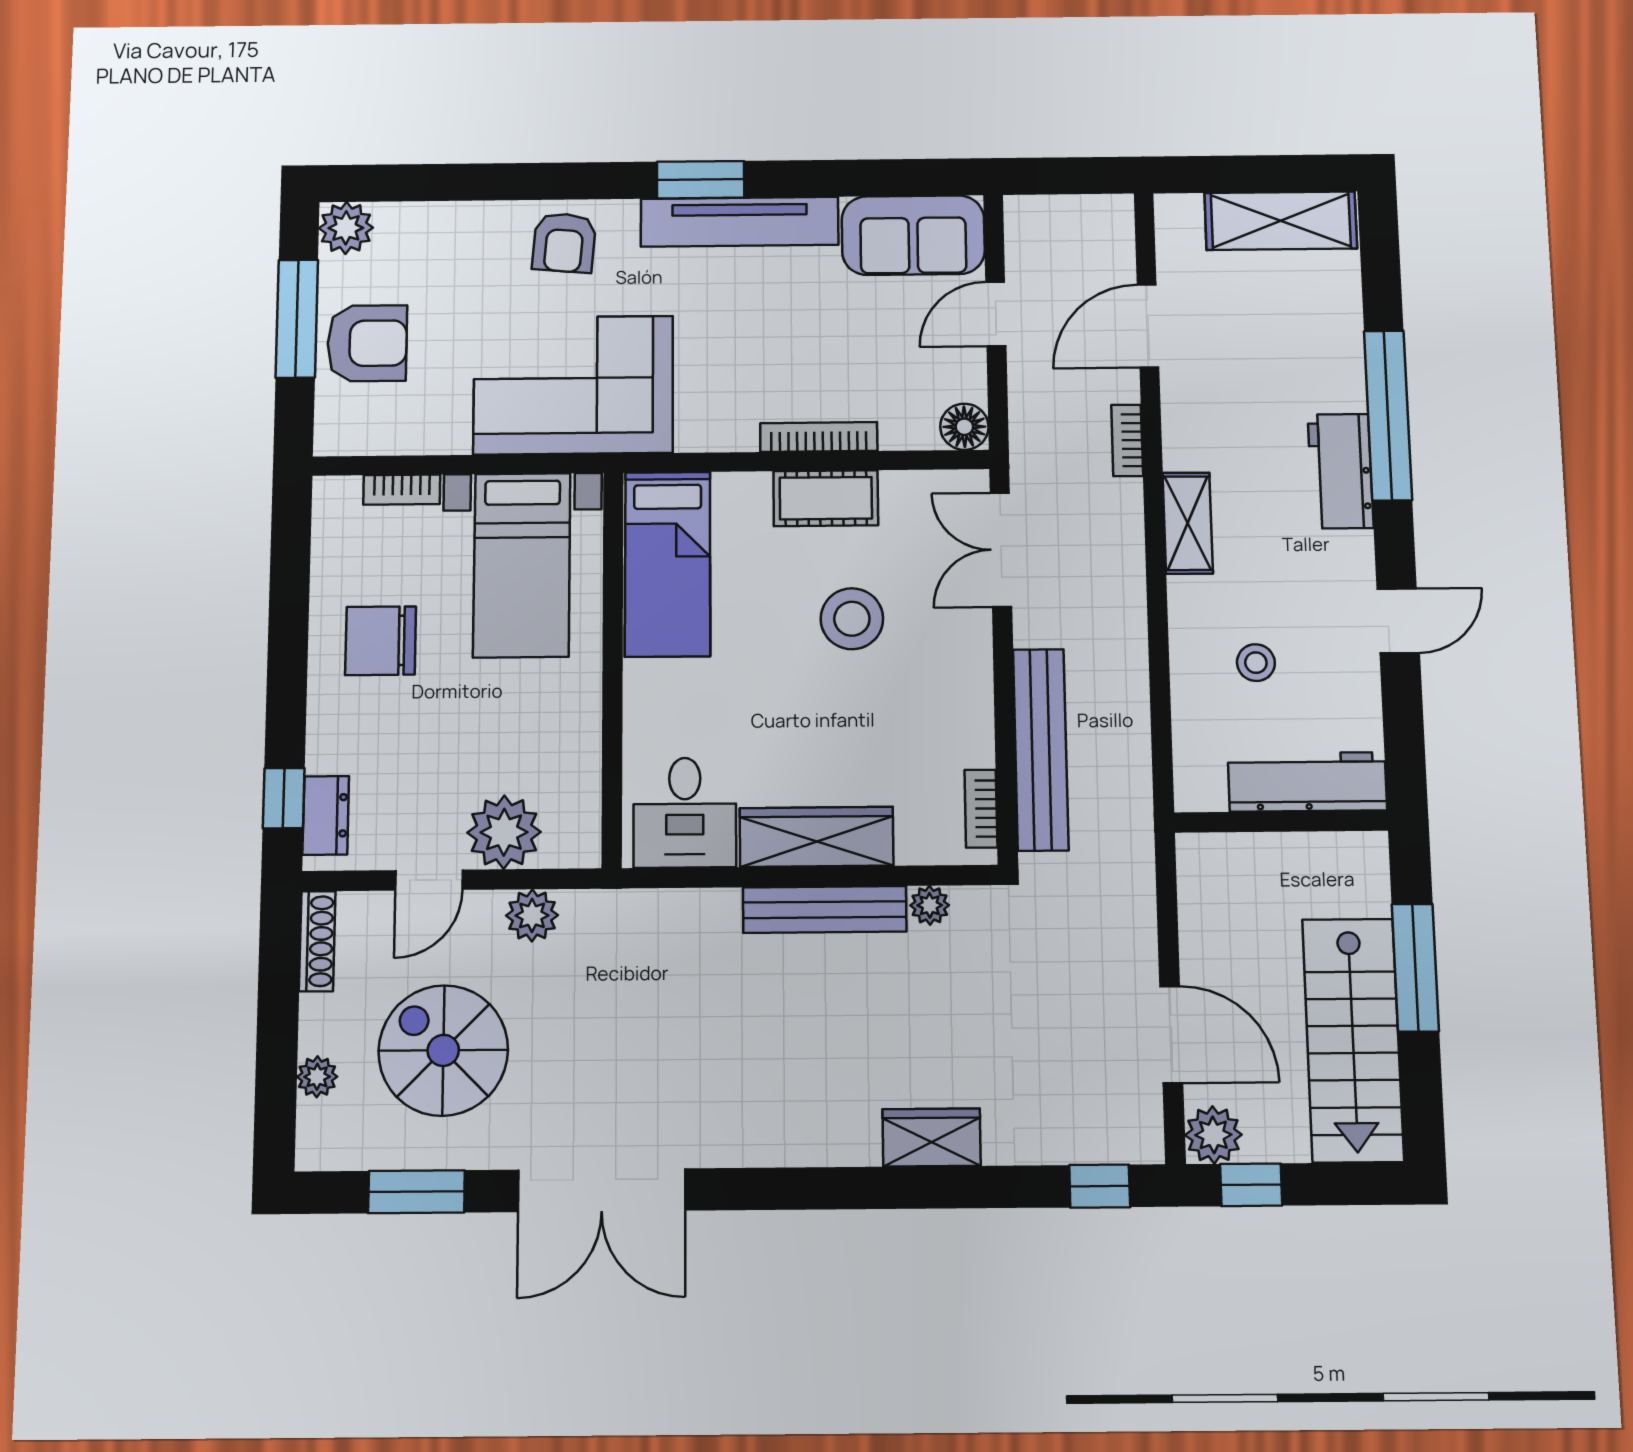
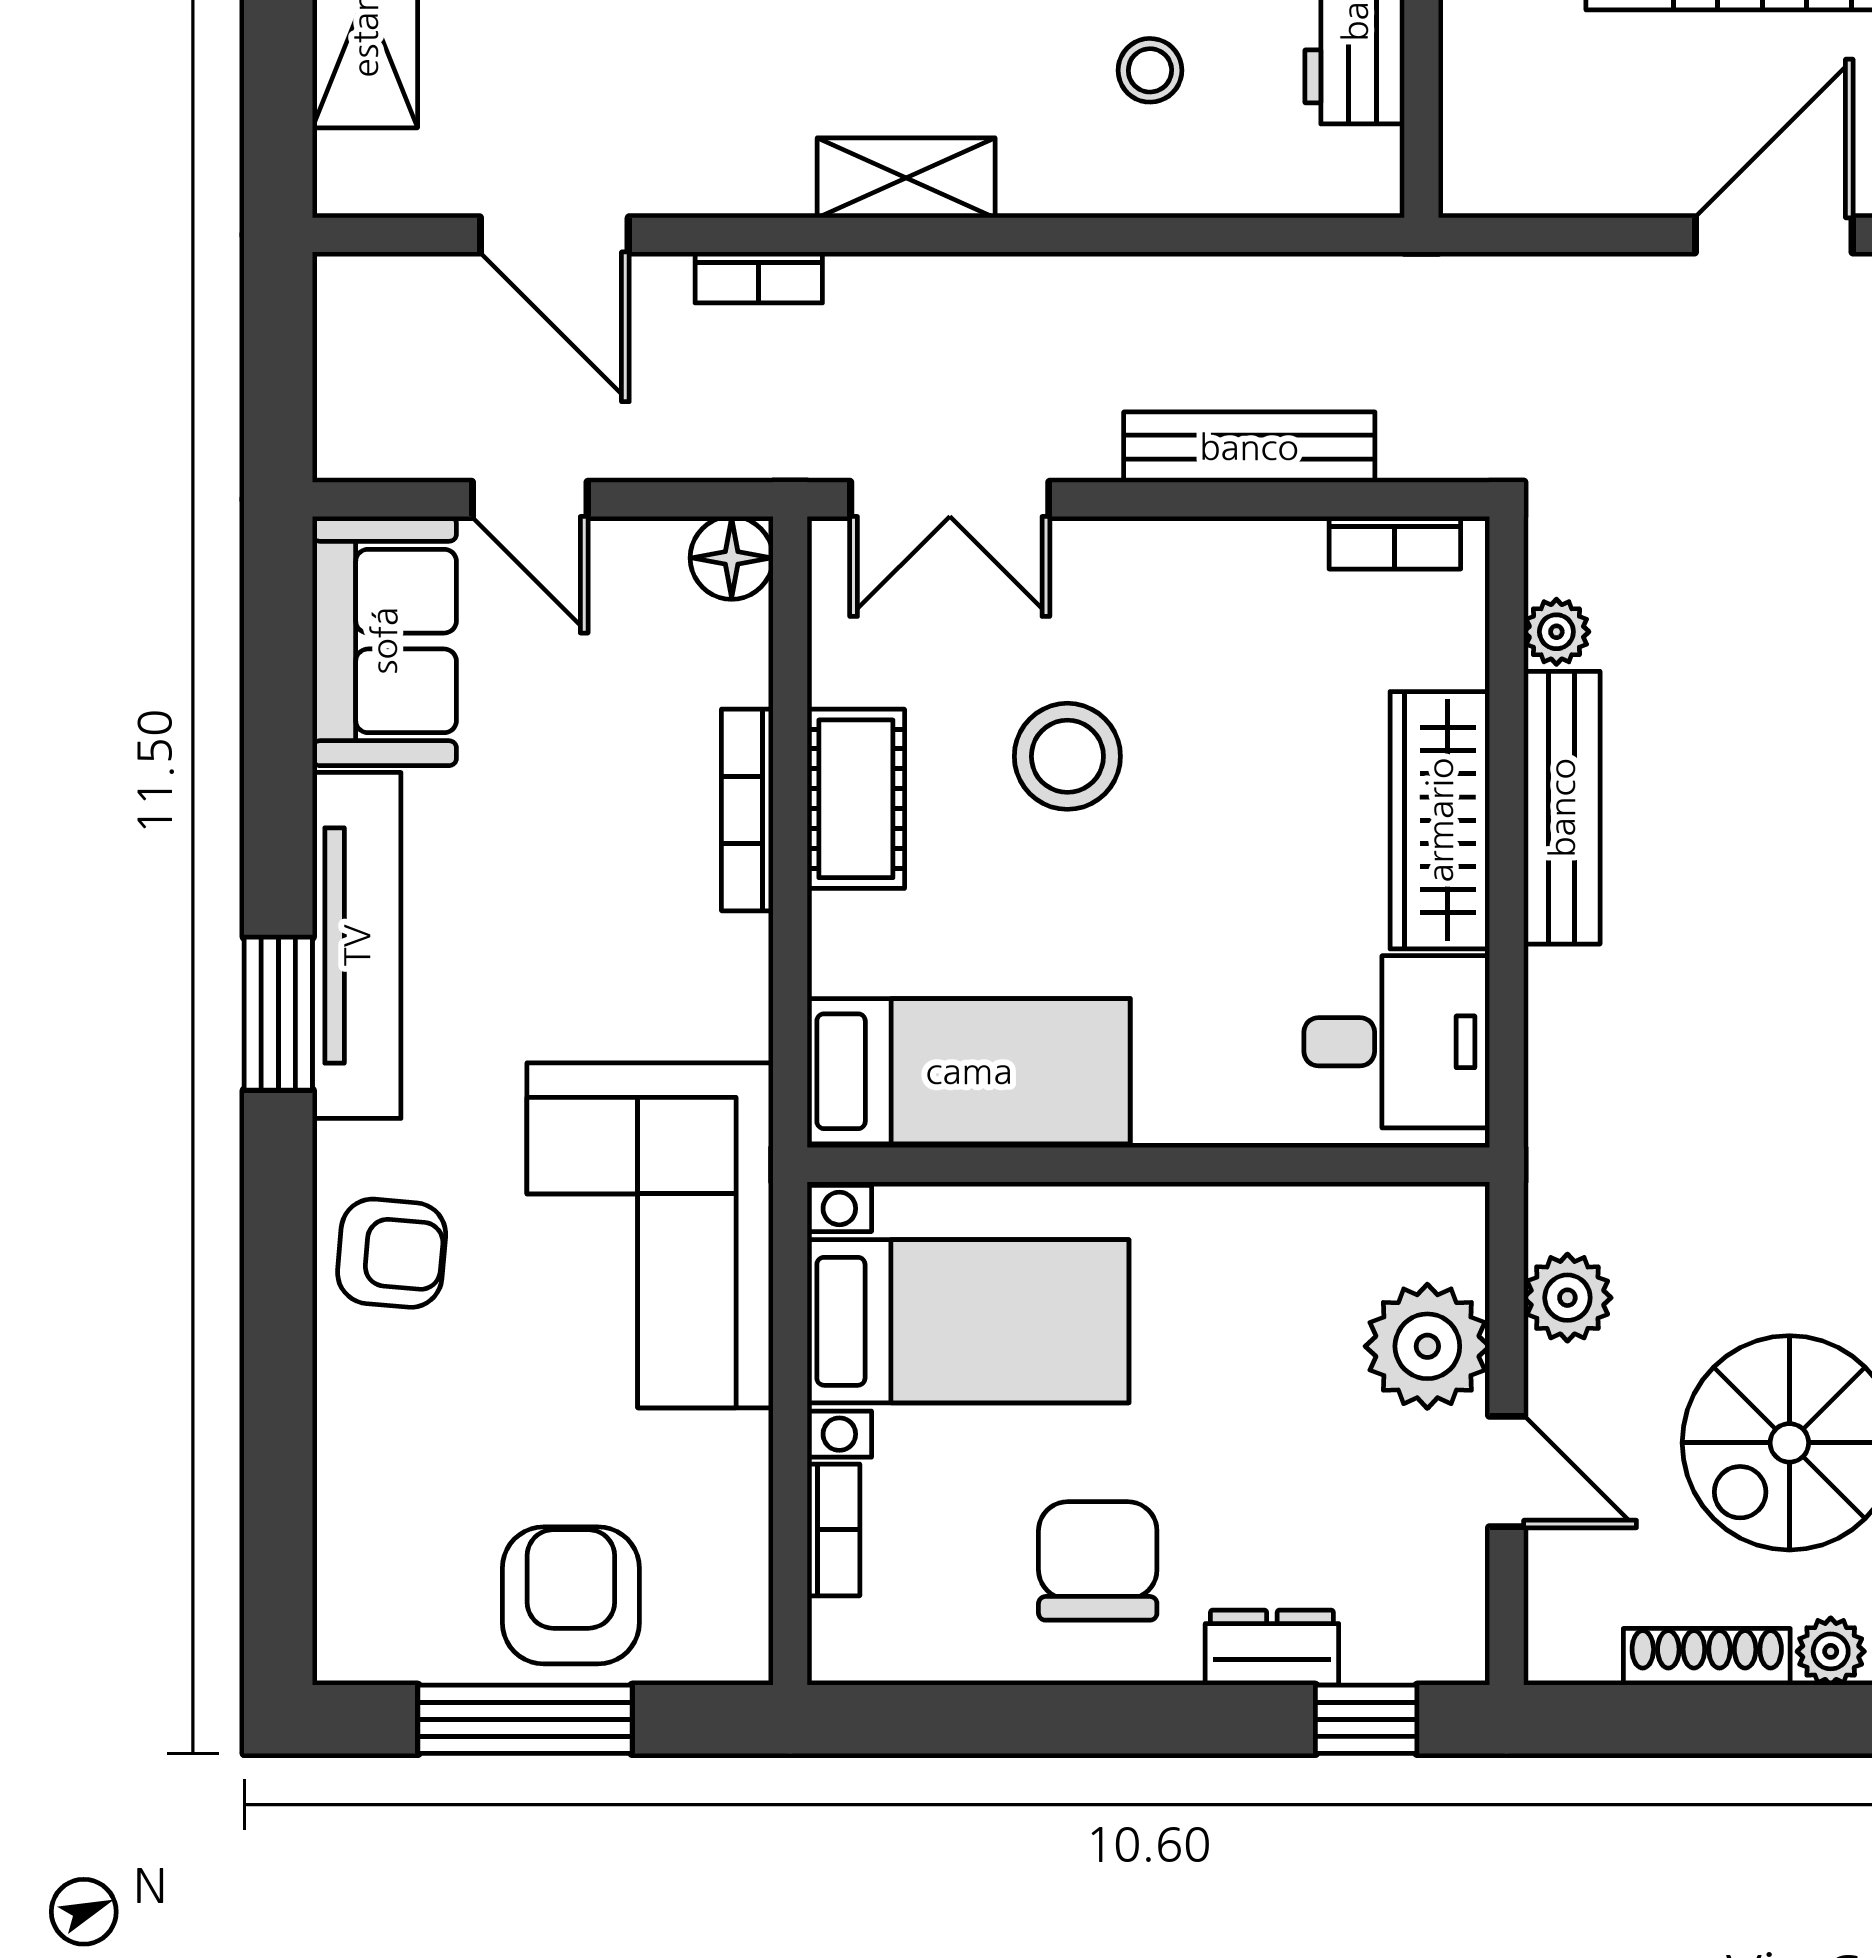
plant: (346, 228) -> (360, 1637), removed
chair: (381, 641) -> (1098, 1561), turned 180
bench: (1041, 749) -> (1249, 447), width x0.73, depth x0.82
dresser: (326, 815) -> (1272, 1648), moved
shoe rack: (317, 941) -> (1707, 1657), moved

